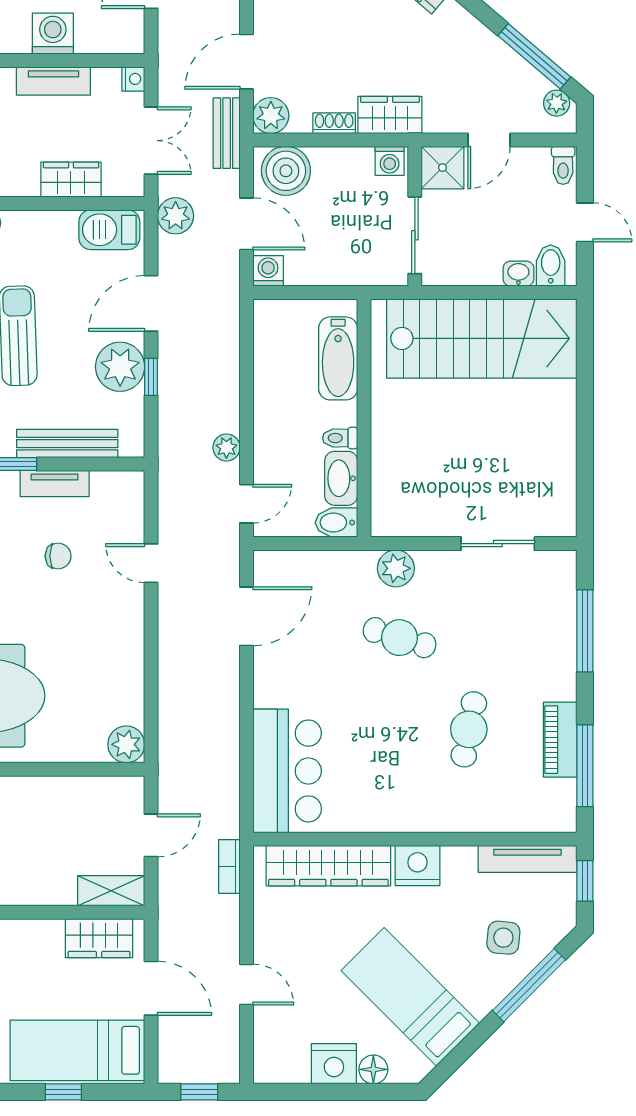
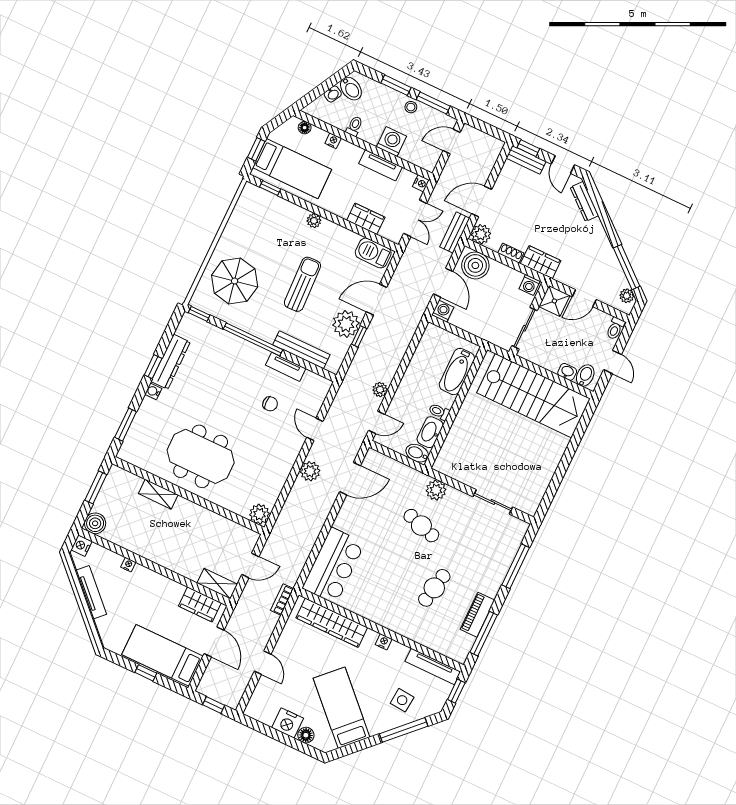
plant: (176, 216) -> (310, 471), moved
nightstand: (418, 866) -> (384, 642), width x0.53, depth x0.56

